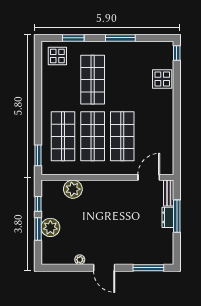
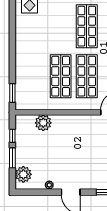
shop shelf: (93, 80) -> (87, 26), moved
shop shelf: (63, 136) -> (35, 76), removed
plant: (50, 227) -> (23, 174), moved

